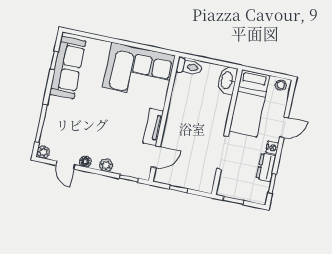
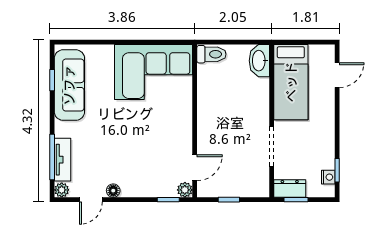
stool: (281, 85) -> (323, 53), removed
tv unit: (153, 127) -> (63, 160), moved, turned 180
door: (284, 127) -> (337, 75), moved
nightstand: (272, 148) -> (328, 177), moved
door: (65, 165) -> (91, 200), hinge flipped
plant: (106, 165) -> (185, 190), moved
dresser: (266, 167) -> (290, 188), moved, turned 90

